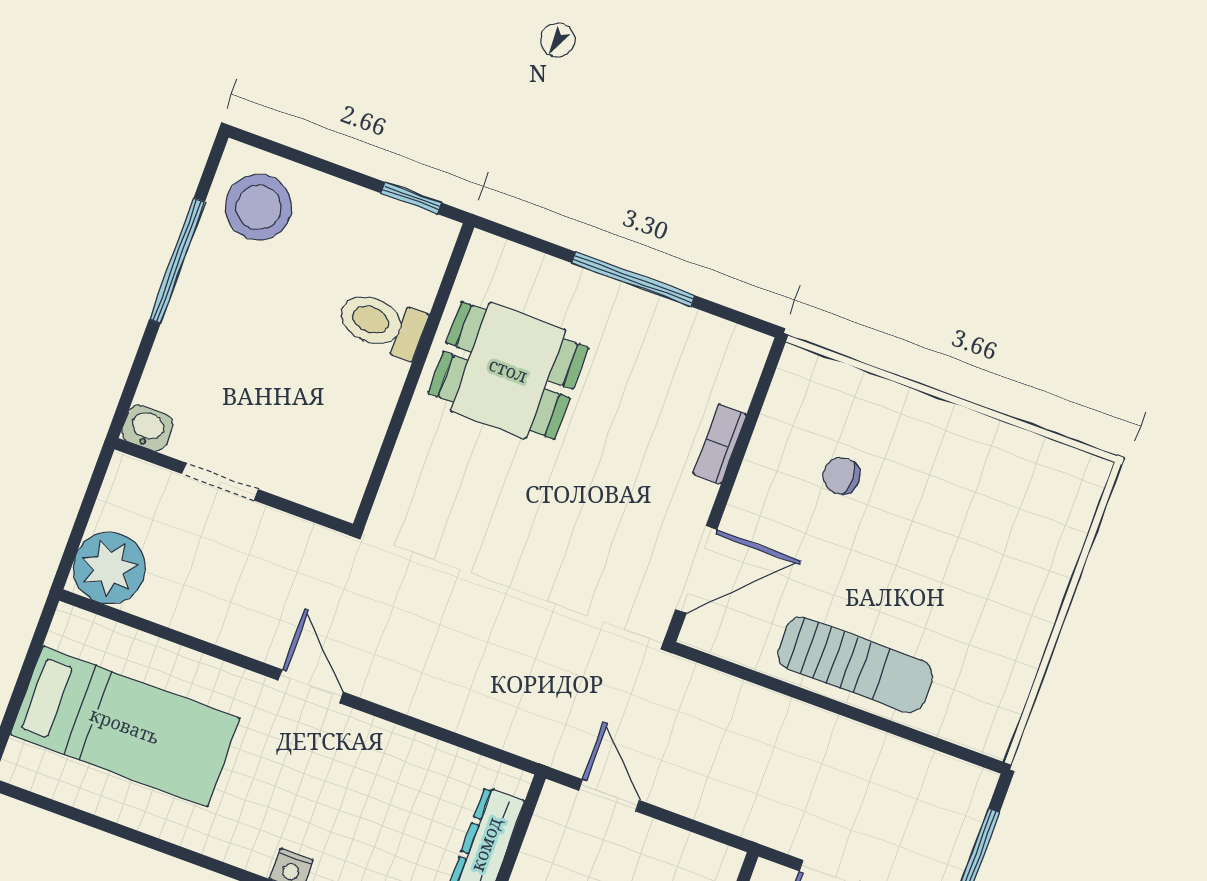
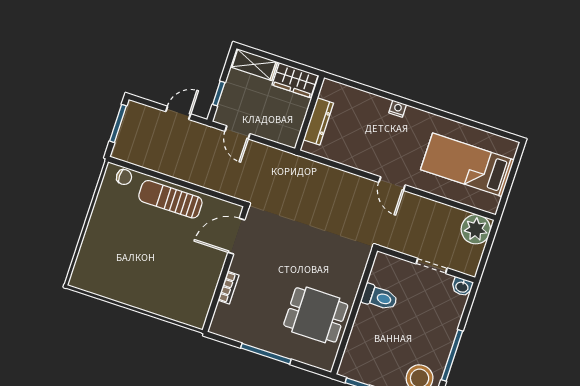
toilet: (381, 324) -> (379, 297), moved
chair: (842, 476) -> (124, 177), moved
door: (609, 795) -> (237, 132), moved

